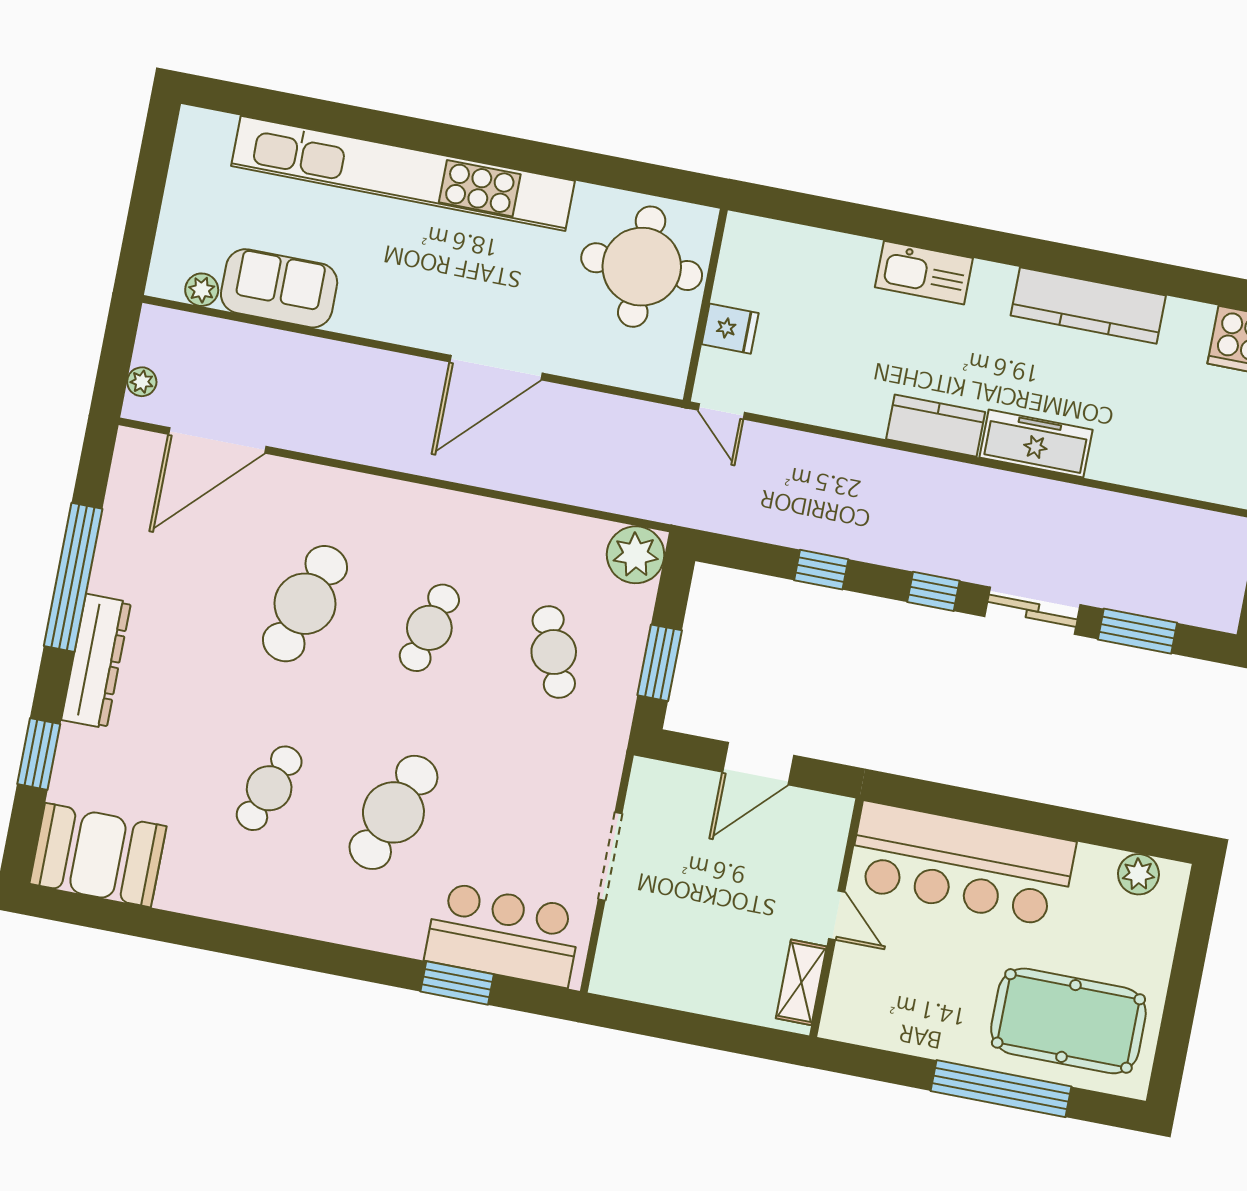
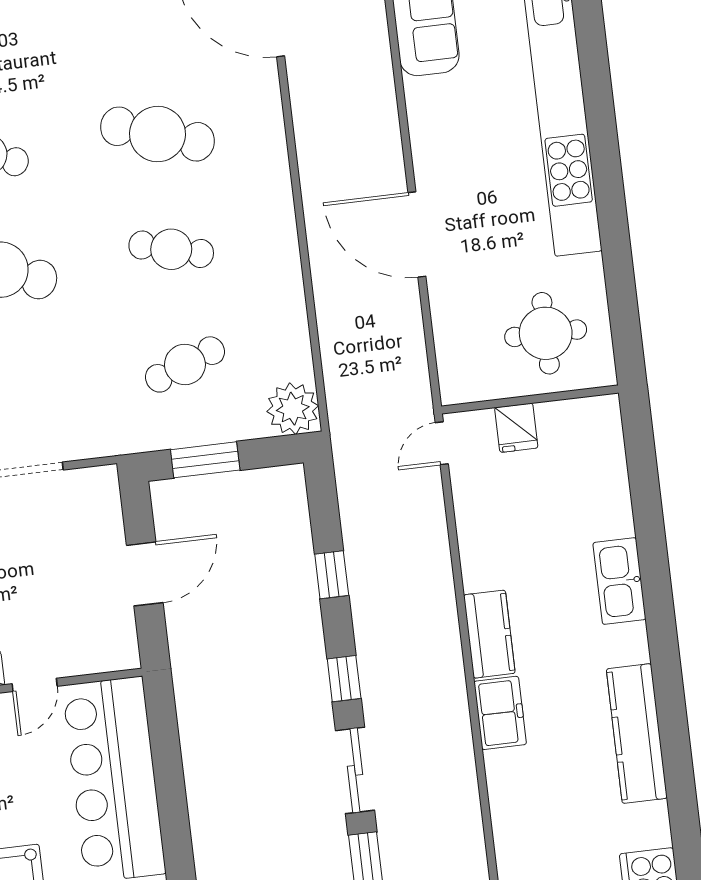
round table: (642, 267) -> (546, 333), width x0.73, depth x0.73
freezer: (1036, 444) -> (500, 713), width x0.71
door: (758, 764) -> (145, 574), swing flipped

